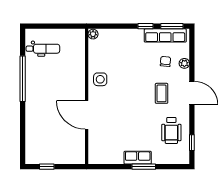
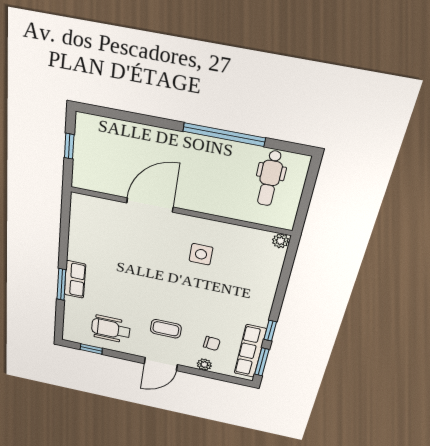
plant: (93, 34) -> (281, 241), moved
wall: (87, 96) -> (180, 211), moved
door: (87, 115) -> (150, 205), moved

